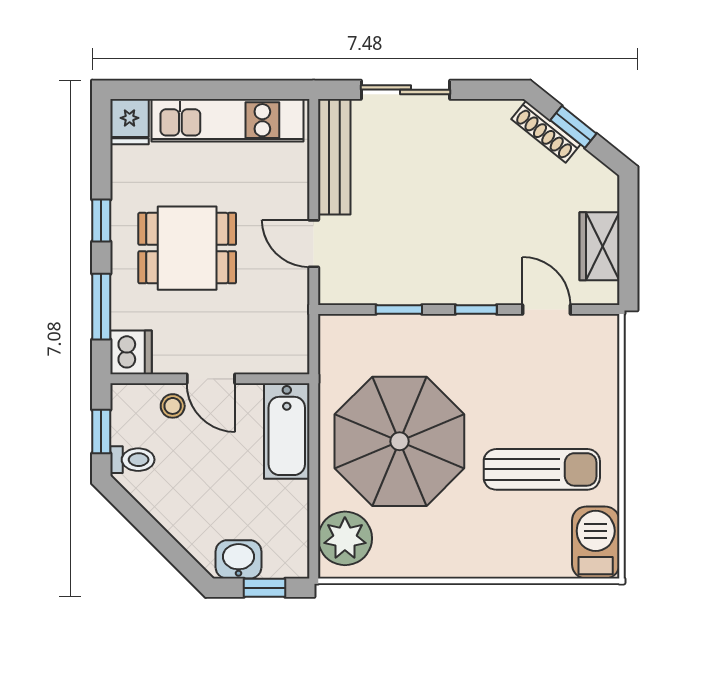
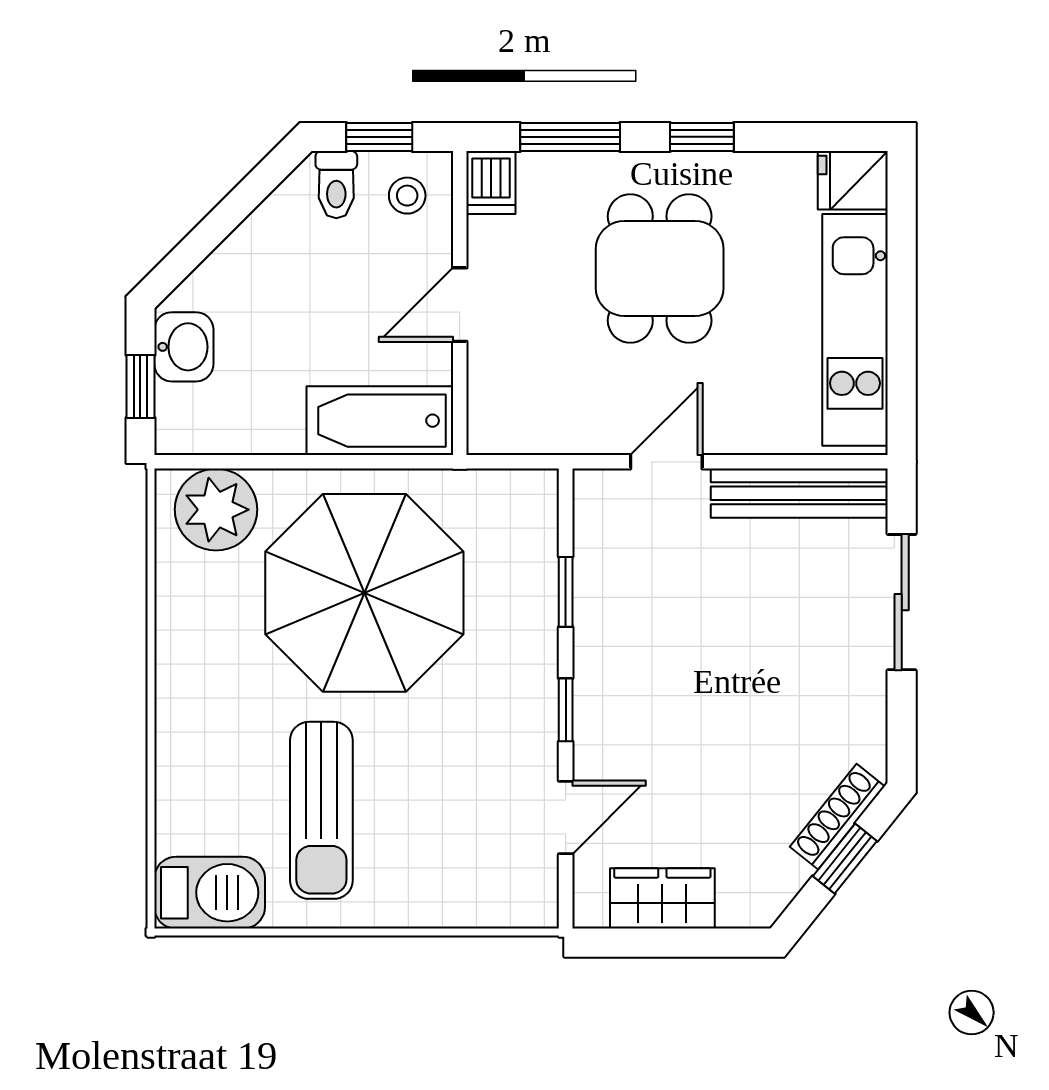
dishwasher: (131, 352) -> (491, 182), width x0.73
stool: (173, 406) -> (407, 196), moved

